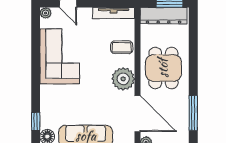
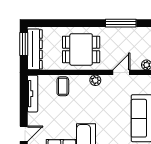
plant: (123, 79) -> (95, 80), width x0.53, depth x0.53
door: (137, 114) -> (121, 72), width x0.53

